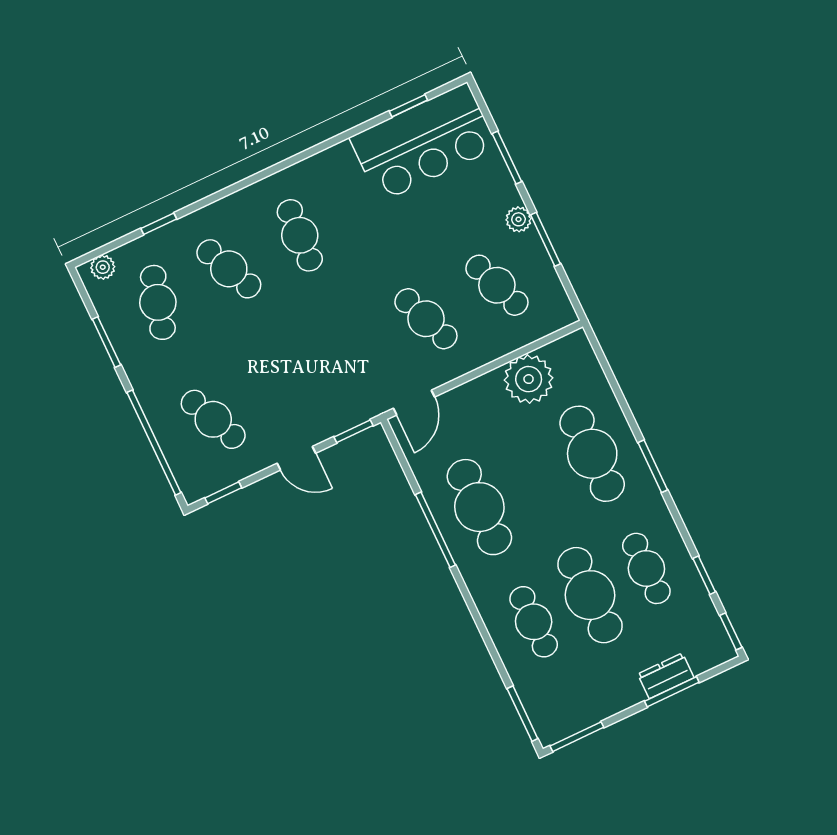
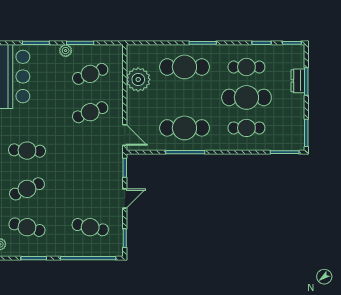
cafe table: (213, 419) -> (90, 227), turned 36

